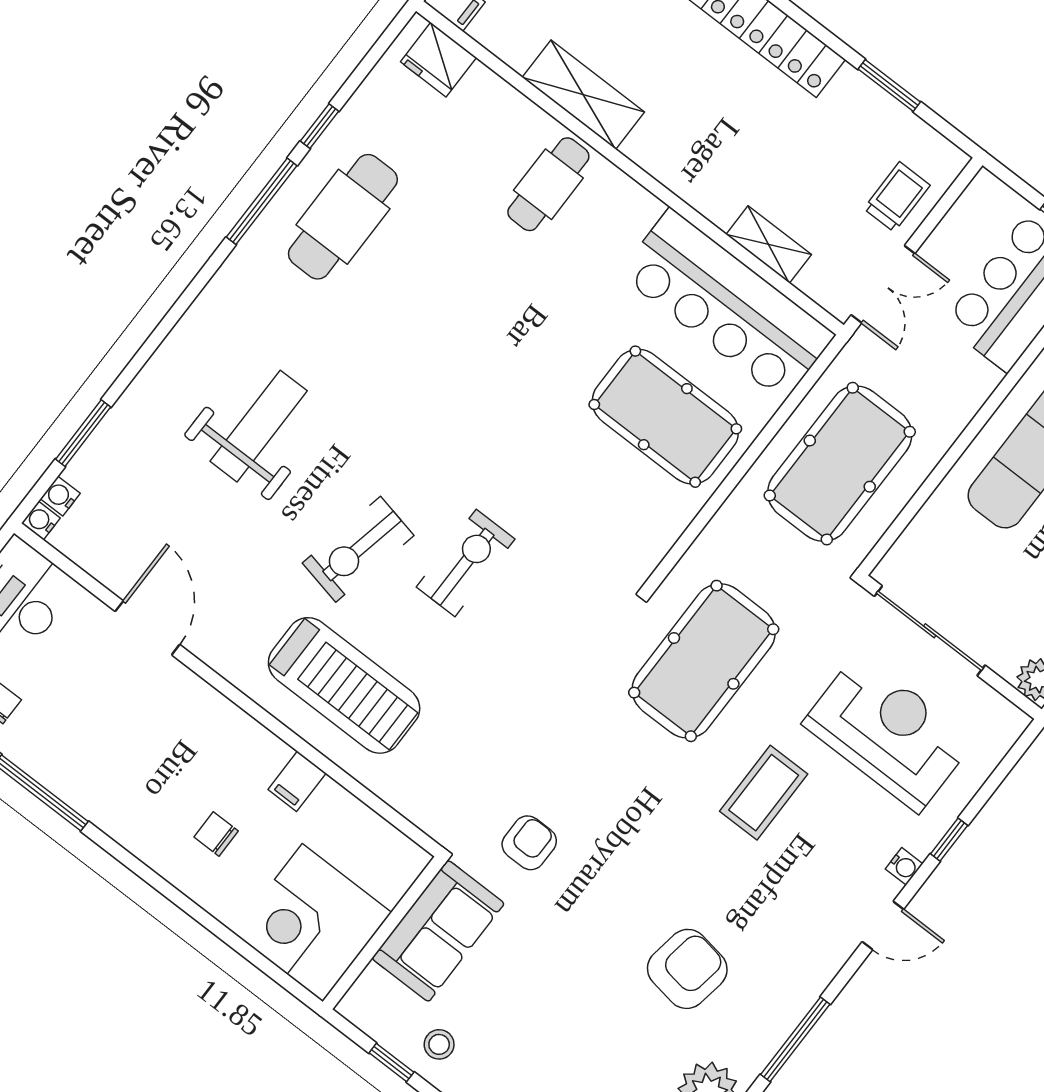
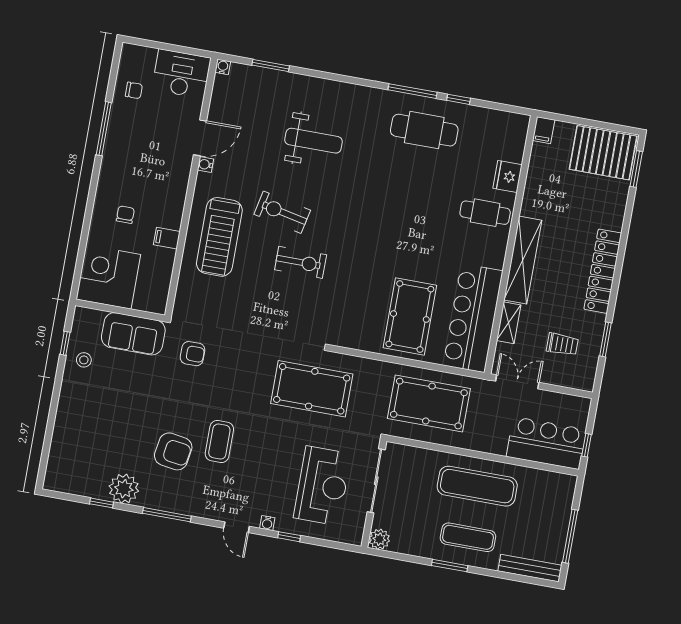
fridge: (438, 60) -> (507, 176), moved
shelving: (583, 95) -> (523, 260), moved, width x1.47
trolley: (897, 197) -> (562, 344), moved
double door: (883, 284) -> (517, 382), swing flipped
water cooler: (60, 496) -> (205, 164), moved, turned -90
coffee table: (764, 793) -> (219, 442), moved, turned 90

